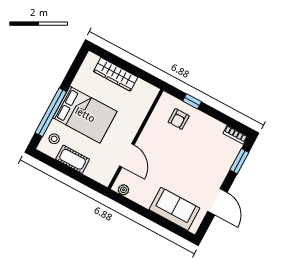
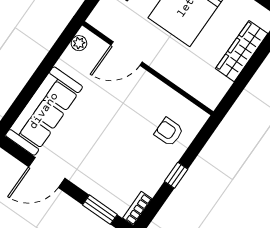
window: (192, 101) -> (176, 175), moved
sofa: (174, 209) -> (44, 111), width x1.36

